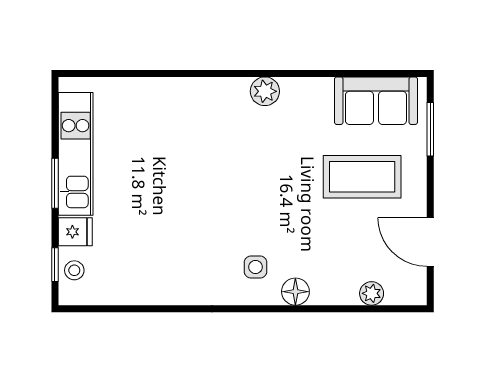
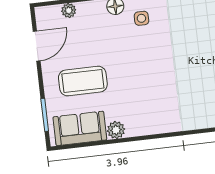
plant: (265, 91) -> (116, 130), moved
door: (430, 242) -> (37, 46), hinge flipped

